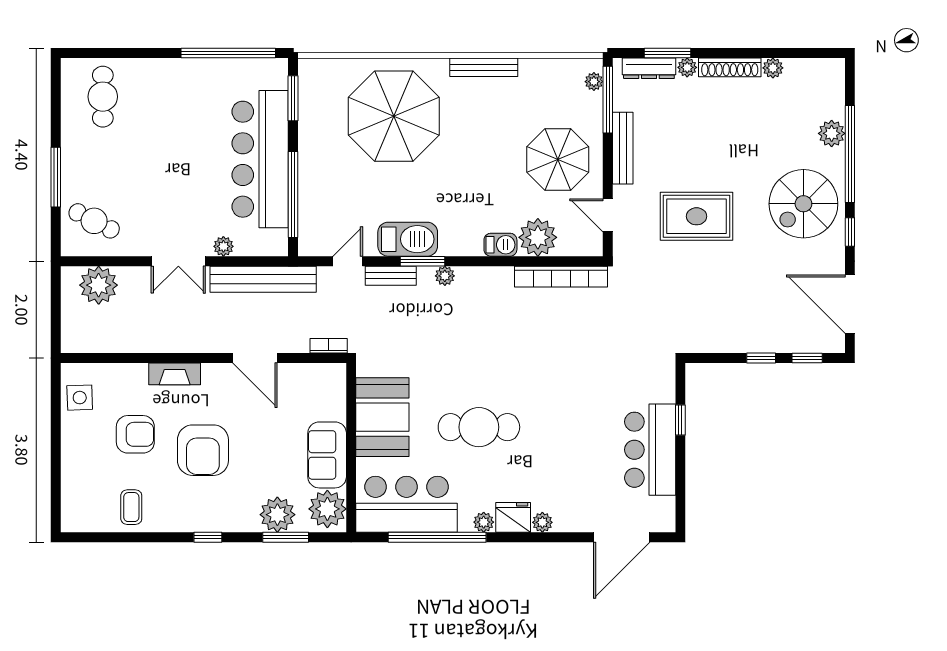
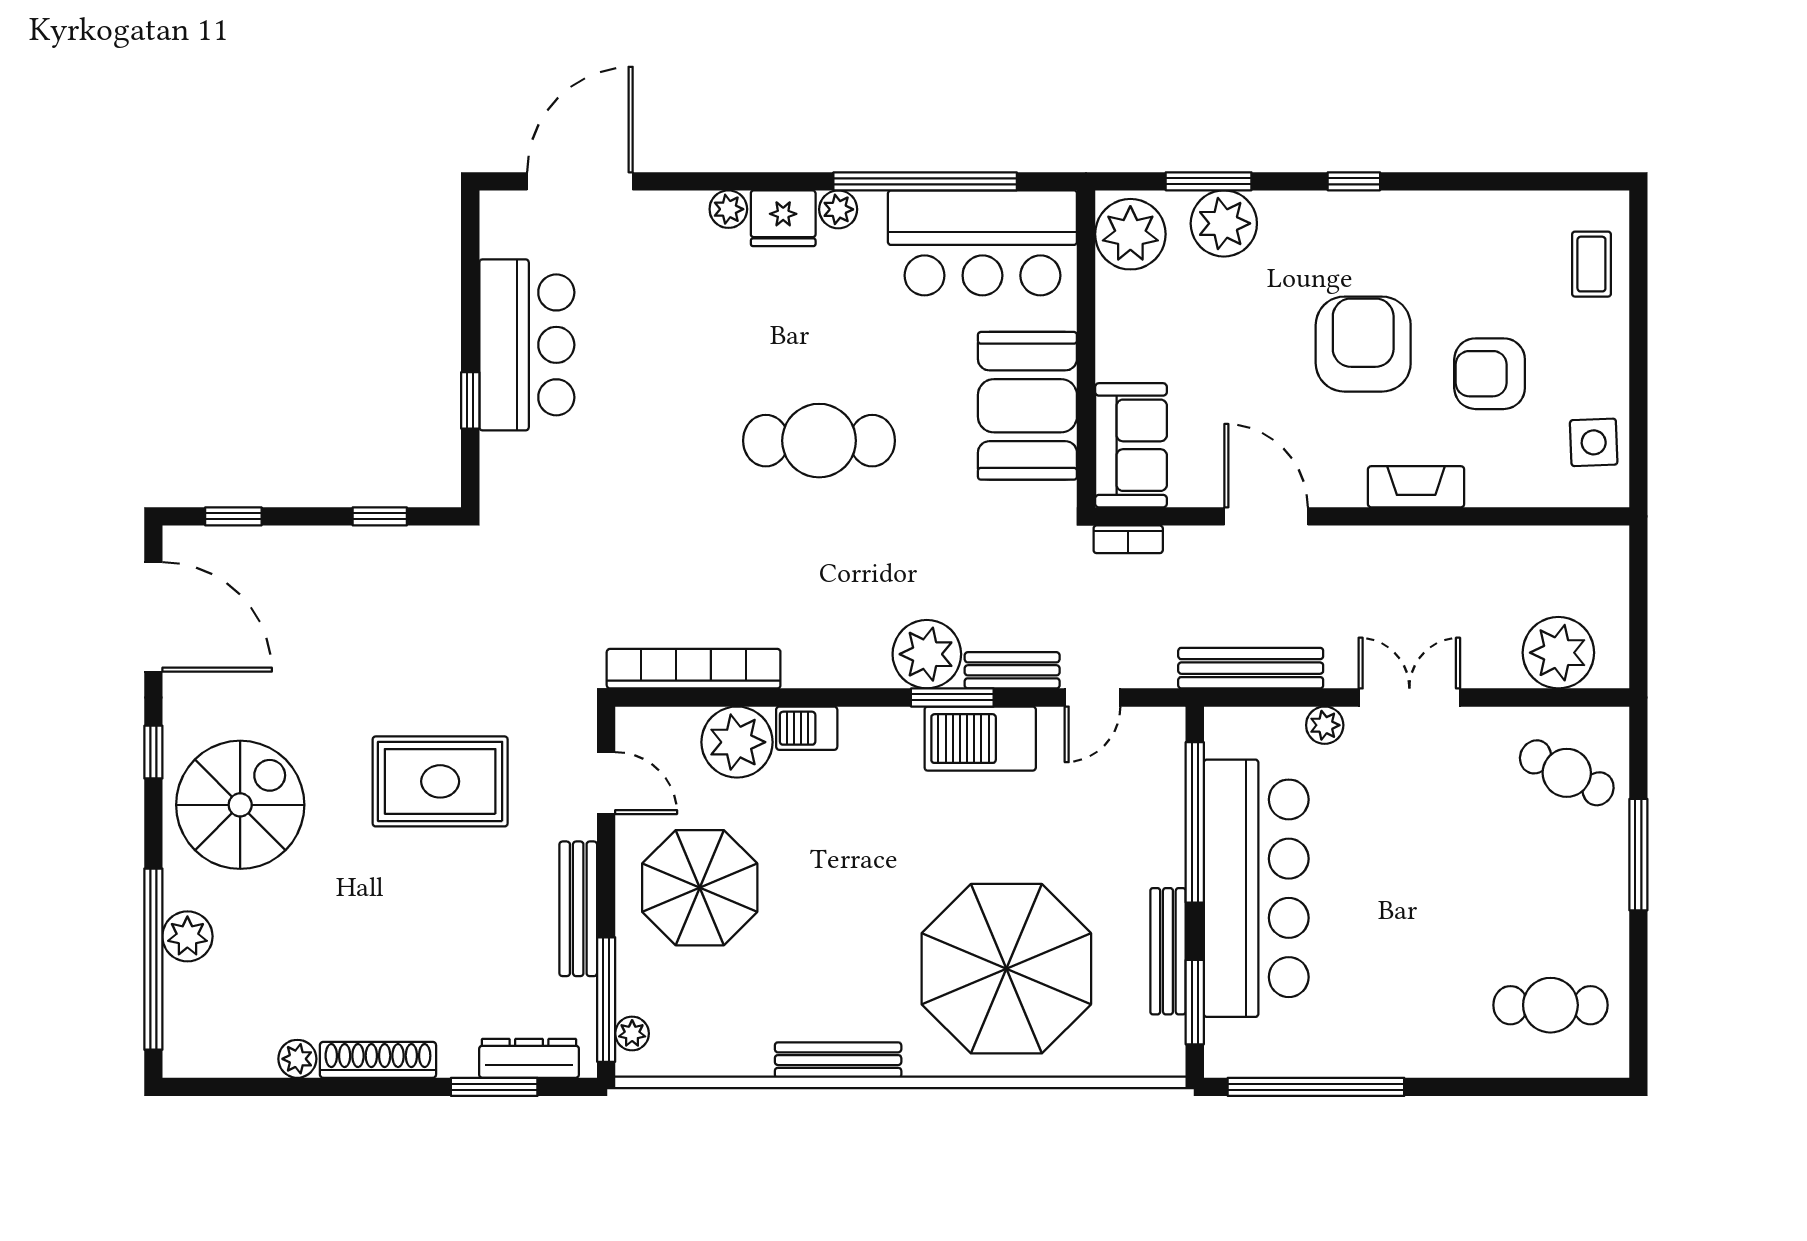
plant: (687, 67) -> (458, 1060), removed
cafe table: (103, 97) -> (1550, 1005), turned 90
bench: (307, 125) -> (1168, 951), added
window: (850, 154) -> (153, 959), moved
plant: (445, 276) -> (927, 654), width x1.88, depth x1.88
bench: (263, 279) -> (1251, 668), width x0.73, depth x0.82
window: (761, 358) -> (380, 516), moved
cafe table: (479, 427) -> (819, 441), moved
sofa: (327, 455) -> (1131, 445), moved
coffee table: (131, 507) -> (1591, 264), moved

